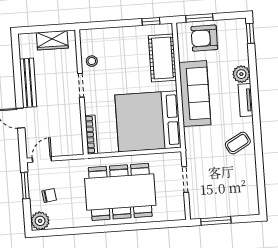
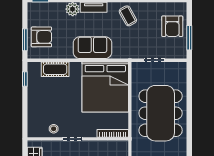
armchair: (204, 38) -> (41, 37), turned -90
cot: (162, 58) -> (55, 69), width x0.73, depth x0.75
sofa: (195, 94) -> (92, 48), width x0.73
armchair: (229, 199) -> (172, 26), added

